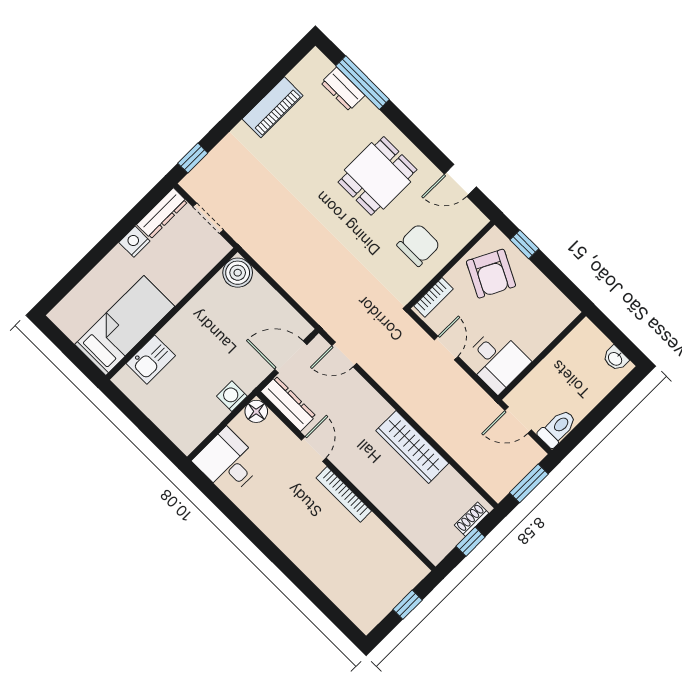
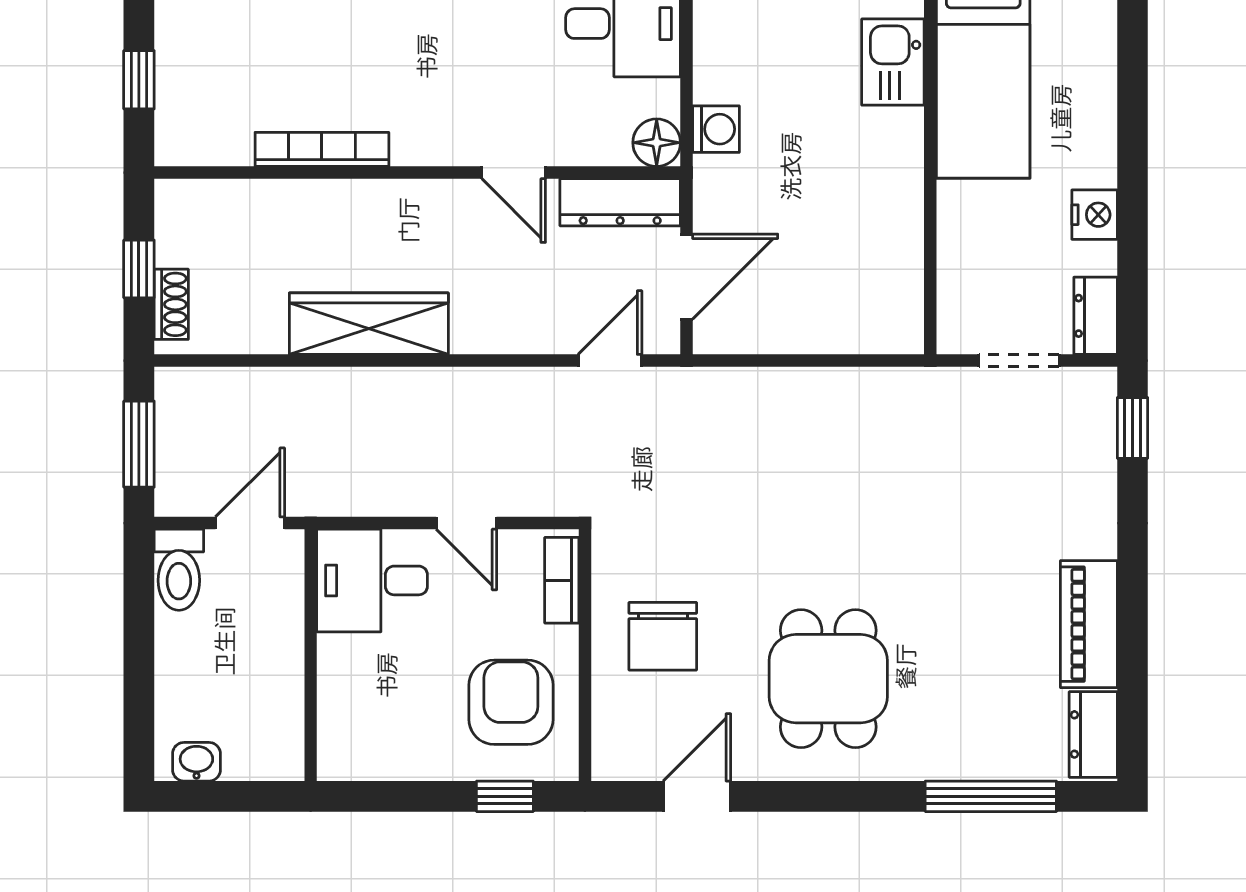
dresser: (343, 89) -> (1093, 734), moved, turned -90
dresser: (162, 213) -> (1096, 316), width x0.70
boiler: (238, 273) -> (893, 323), removed
armchair: (491, 274) -> (511, 702), turned 63
bookcase: (344, 494) -> (322, 149), moved

